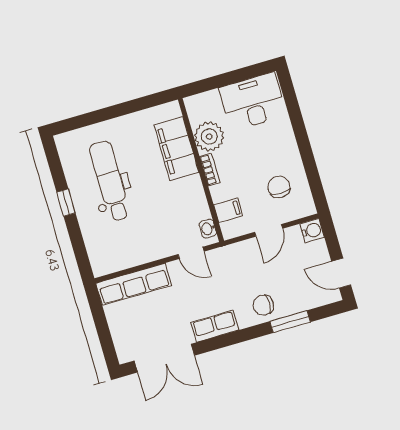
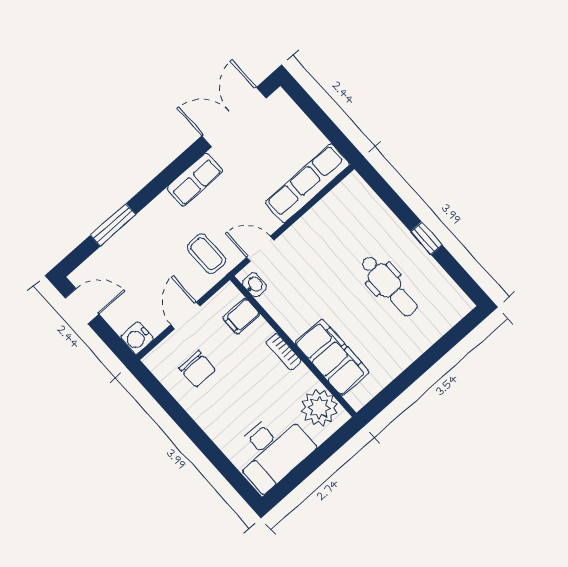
plant: (209, 137) -> (319, 408), moved
dental chair: (110, 181) -> (389, 286), width x0.73, depth x0.72
coffee table: (232, 268) -> (206, 254), added
chair: (263, 305) -> (152, 229), removed

